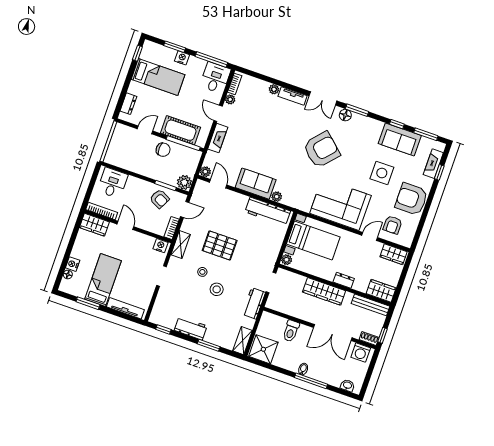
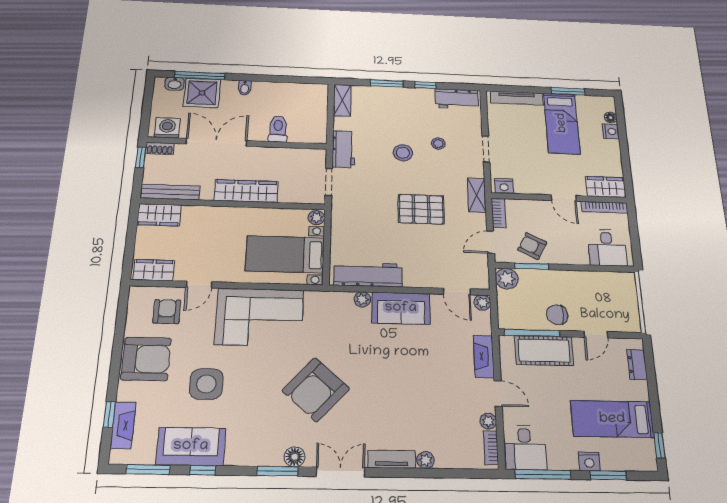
stool: (202, 272) -> (438, 144), moved
dresser: (344, 280) -> (221, 213), removed
workbench: (191, 328) -> (457, 99), moved
window: (163, 329) -> (425, 85), moved
shower: (263, 349) -> (202, 93), moved
window: (311, 381) -> (200, 75), moved

